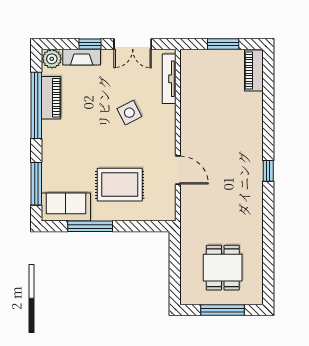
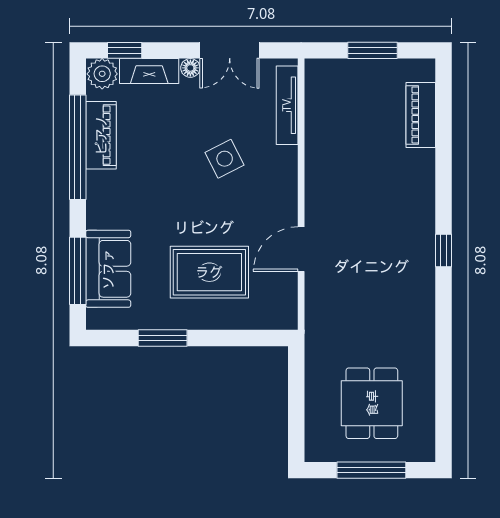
window: (90, 44) -> (125, 50), moved
floor lamp: (108, 55) -> (190, 68), added
piano: (254, 70) -> (421, 115), moved
door: (178, 170) -> (301, 249), swing flipped
sofa: (66, 207) -> (108, 269), moved, turned 90
window: (90, 226) -> (163, 338), width x0.69

